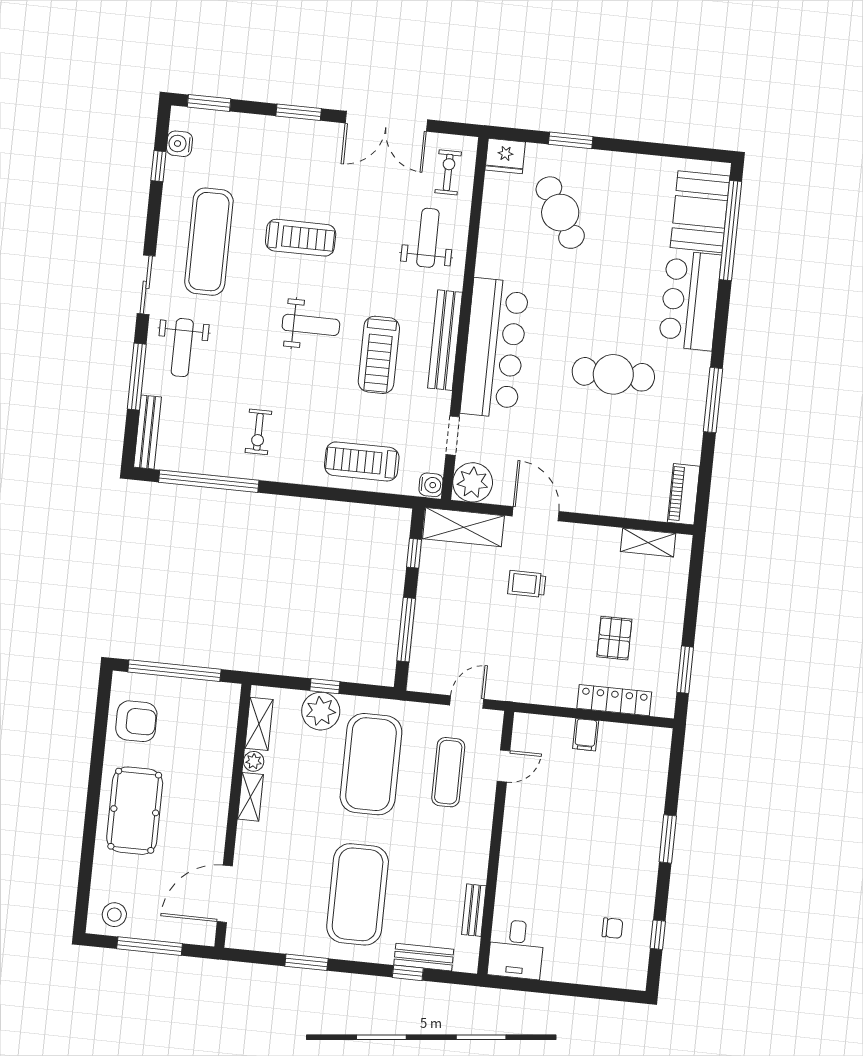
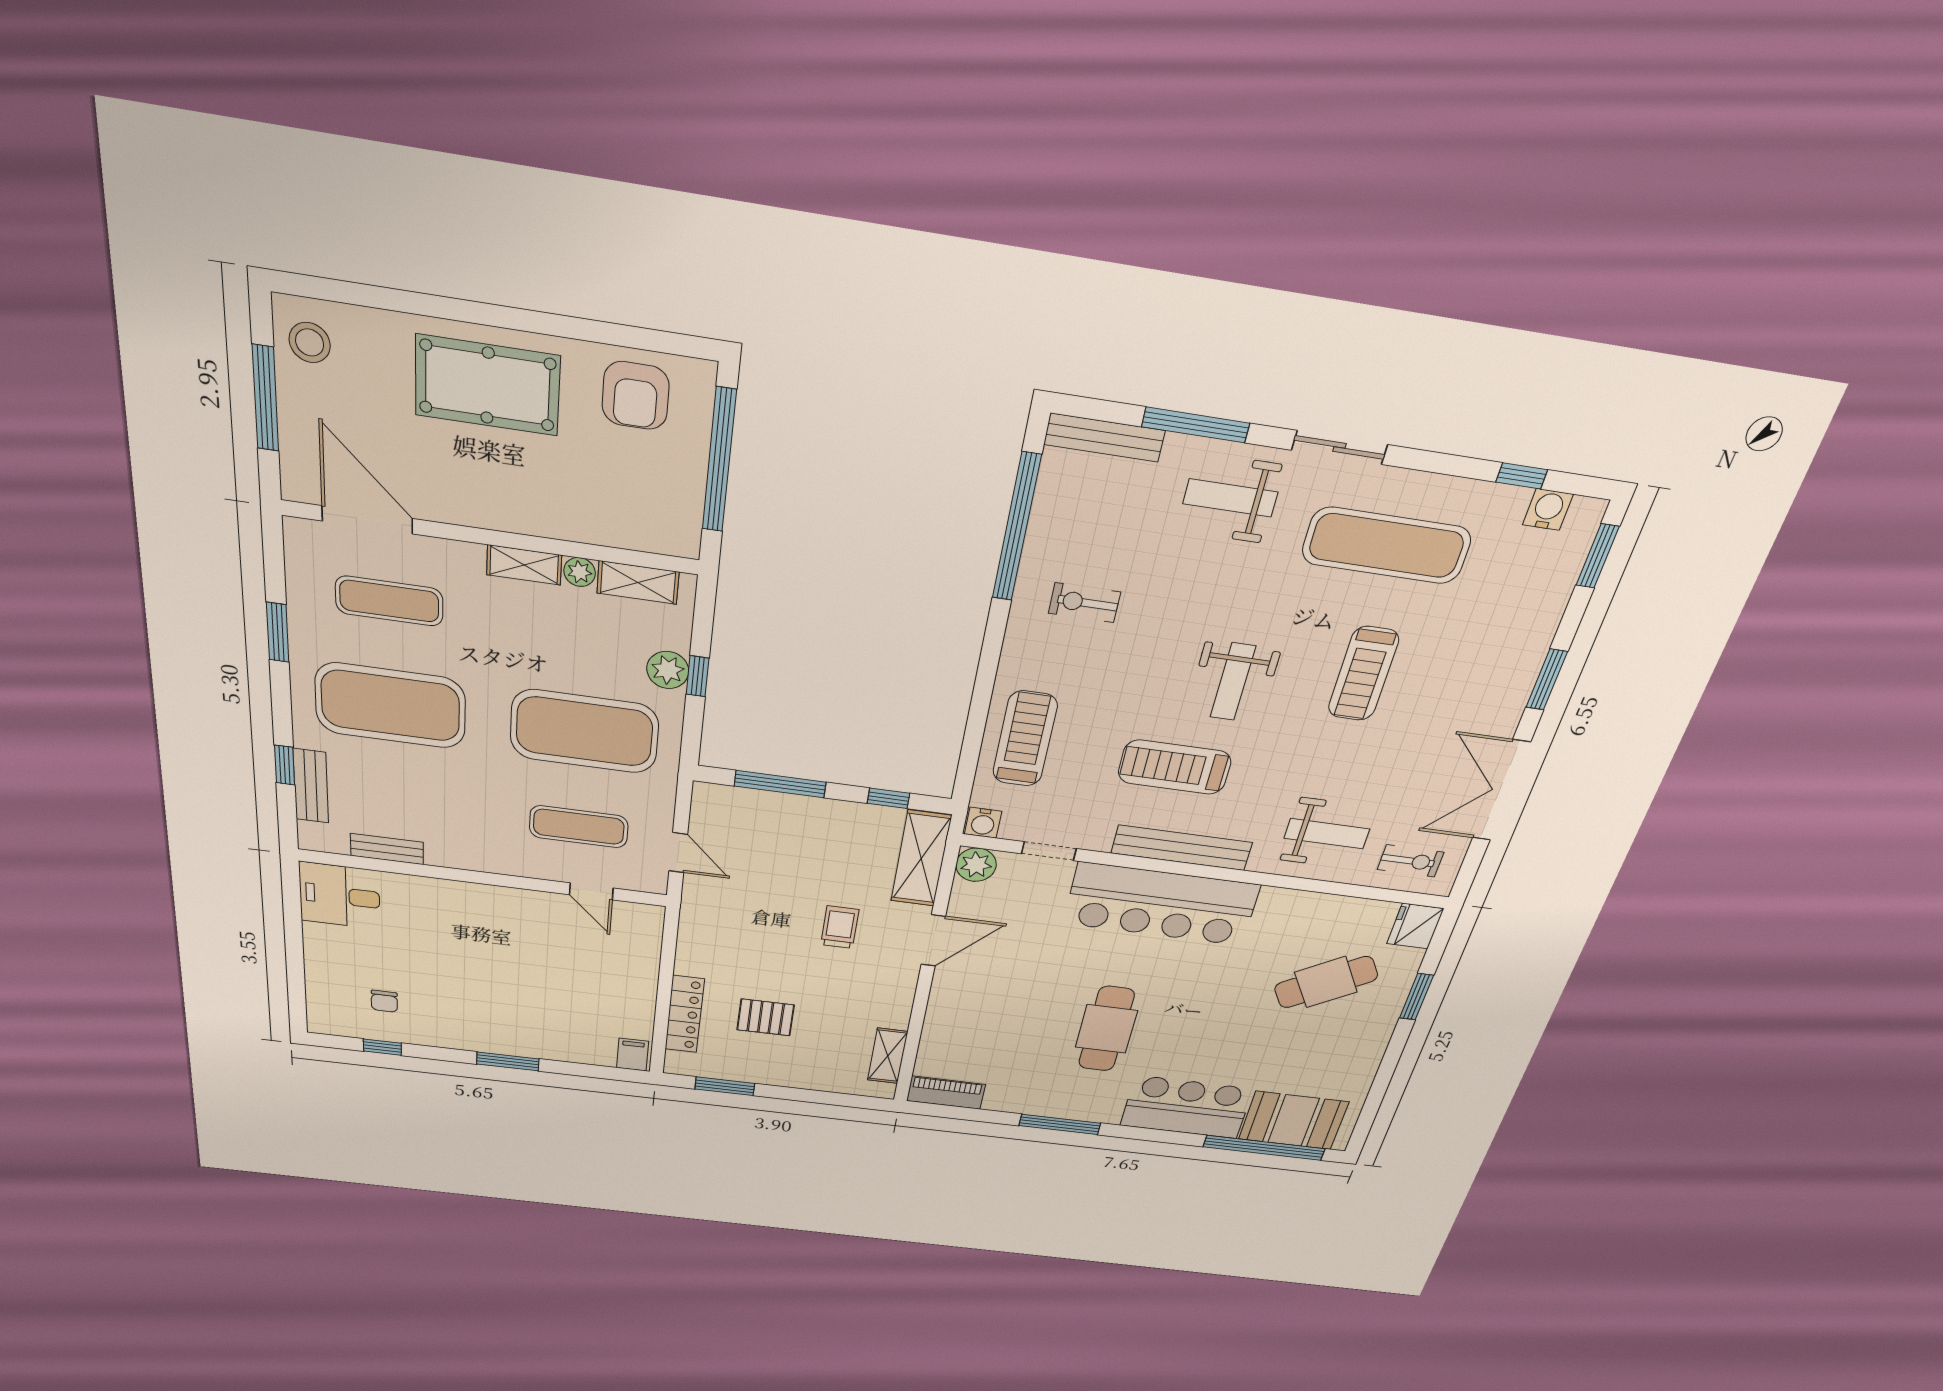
plant: (473, 482) -> (976, 865), width x0.73, depth x0.73
plant: (321, 711) -> (668, 670), width x0.73, depth x0.73
filing cabinet: (586, 735) -> (633, 1055), moved, turned 90
exercise mat: (280, 886) -> (389, 601), added

